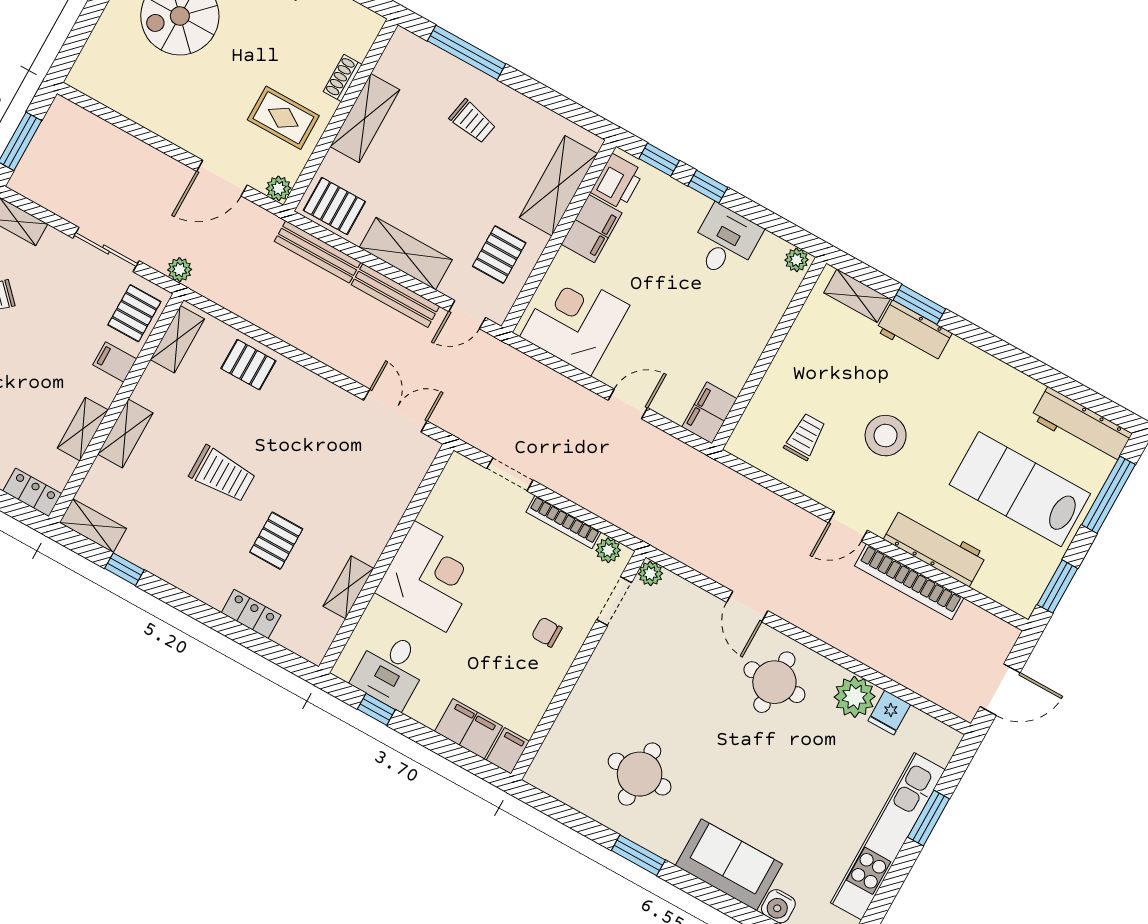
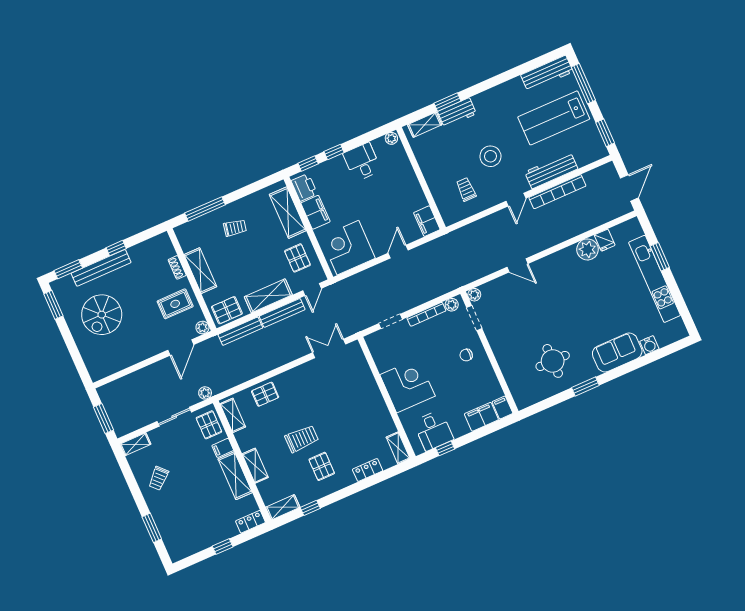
shelving: (83, 429) -> (235, 476), width x1.50, depth x1.33
pallet: (276, 541) -> (322, 466), moved
shelving: (348, 587) -> (398, 448), moved
round table: (774, 682) -> (557, 278), removed

